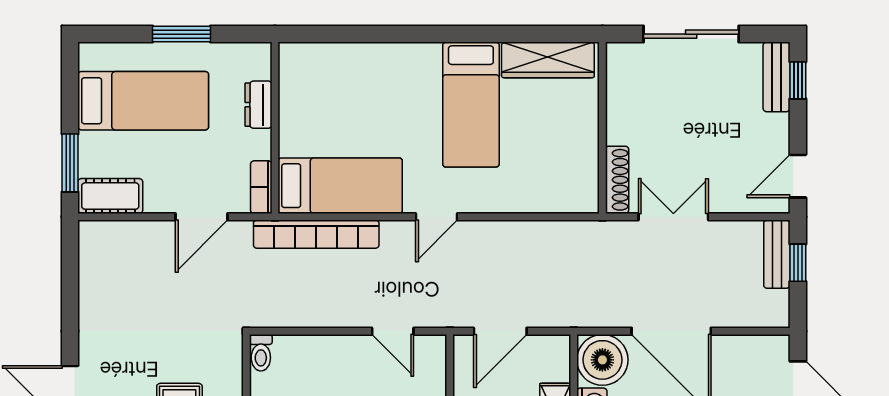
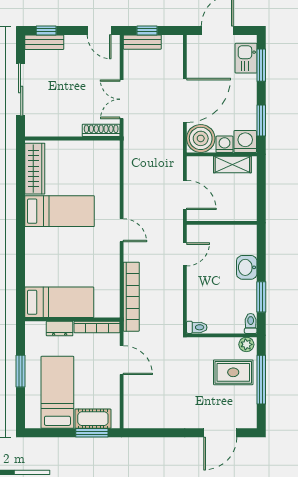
bed: (340, 186) -> (59, 302), moved, turned 90
bookcase: (261, 187) -> (97, 327), width x1.56
cot: (110, 196) -> (93, 419), moved, turned 90

